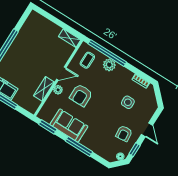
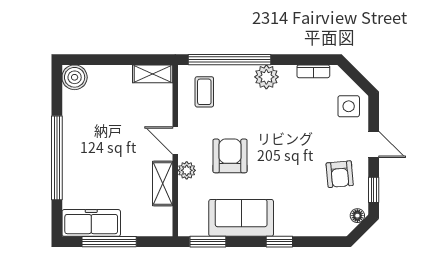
boiler: (35, 18) -> (75, 77), added
plant: (109, 65) -> (266, 77), moved
door: (61, 73) -> (175, 140), swing flipped
armchair: (81, 95) -> (230, 156), turned 180
side table: (128, 102) -> (349, 106), moved
window: (79, 146) -> (279, 242), width x0.46

